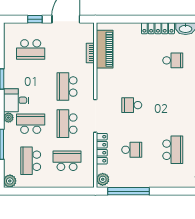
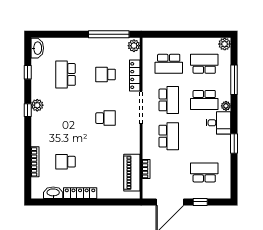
school desk: (31, 161) -> (204, 64), turned -90

